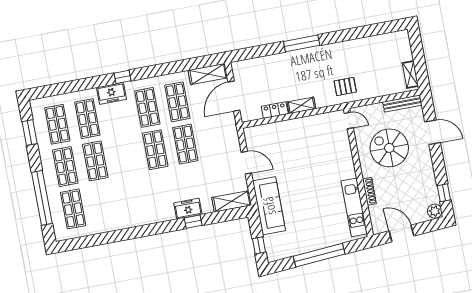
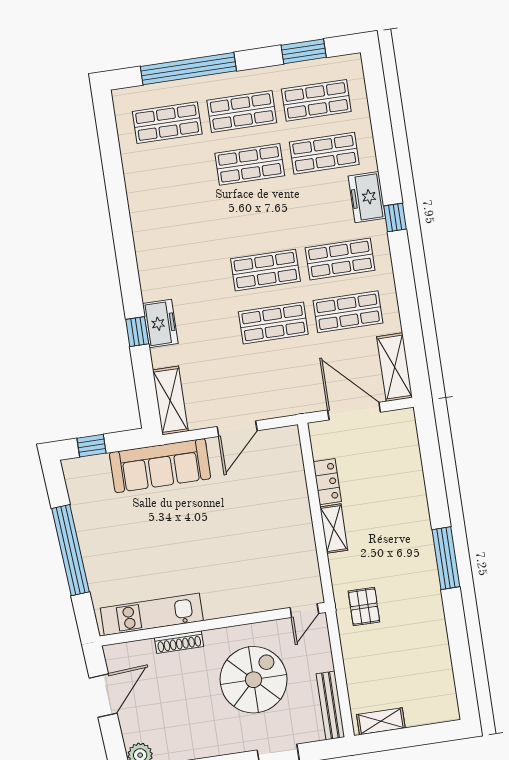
window: (302, 43) -> (446, 558), moved

